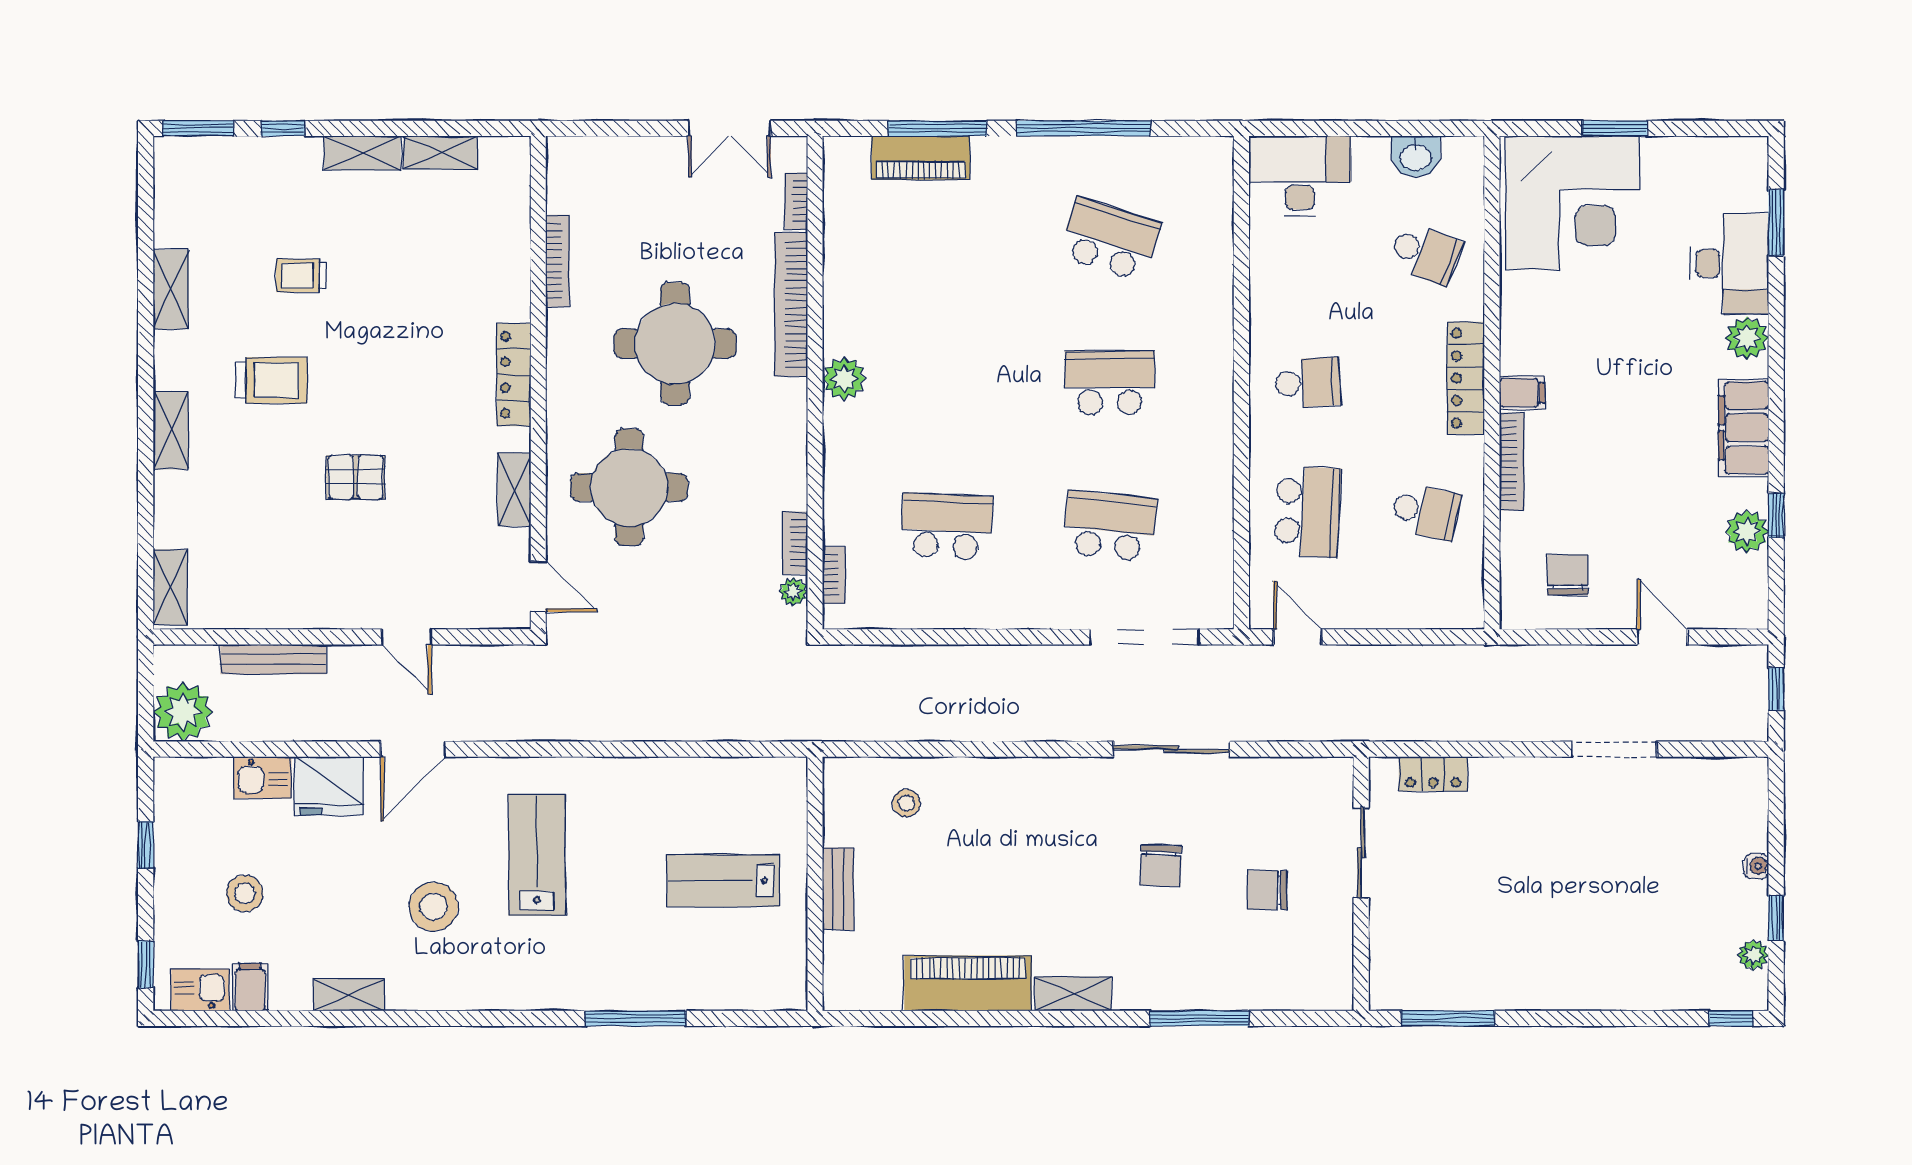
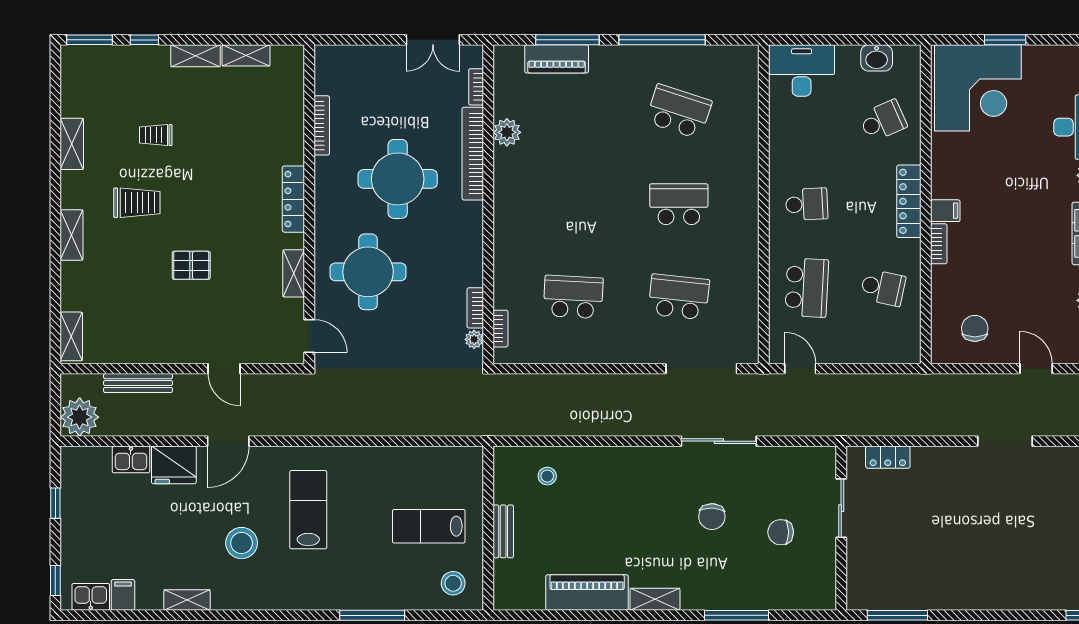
school desk: (1426, 254) -> (883, 121), turned -45
plant: (844, 379) -> (507, 132), moved
bookcase: (1512, 461) -> (939, 244), width x0.64
stool: (245, 894) -> (453, 583), moved

